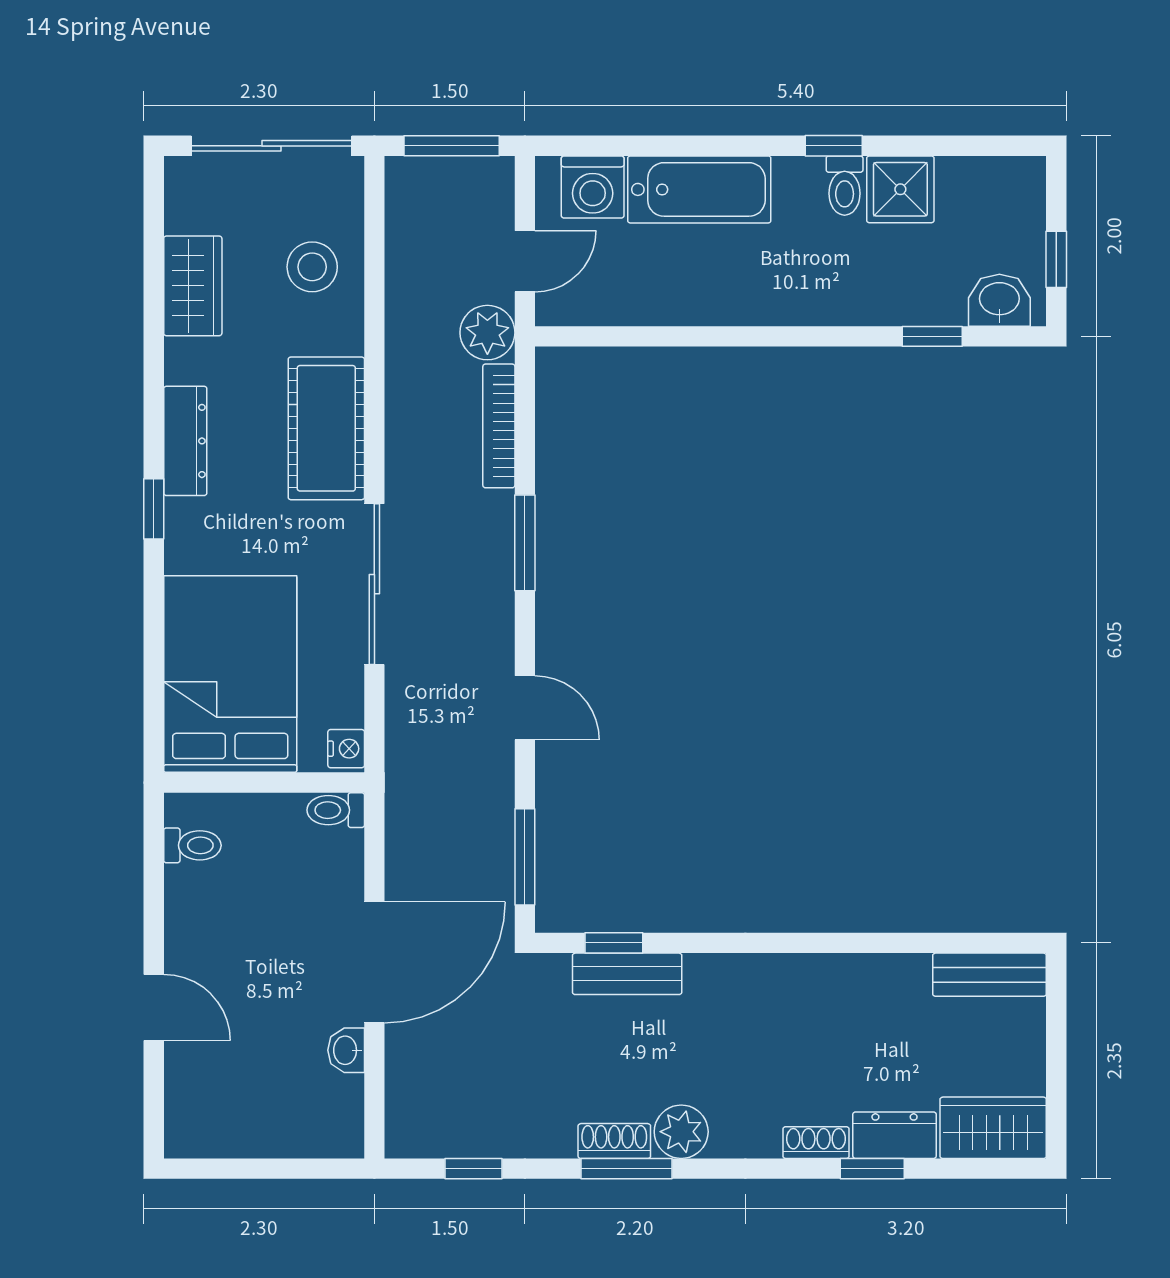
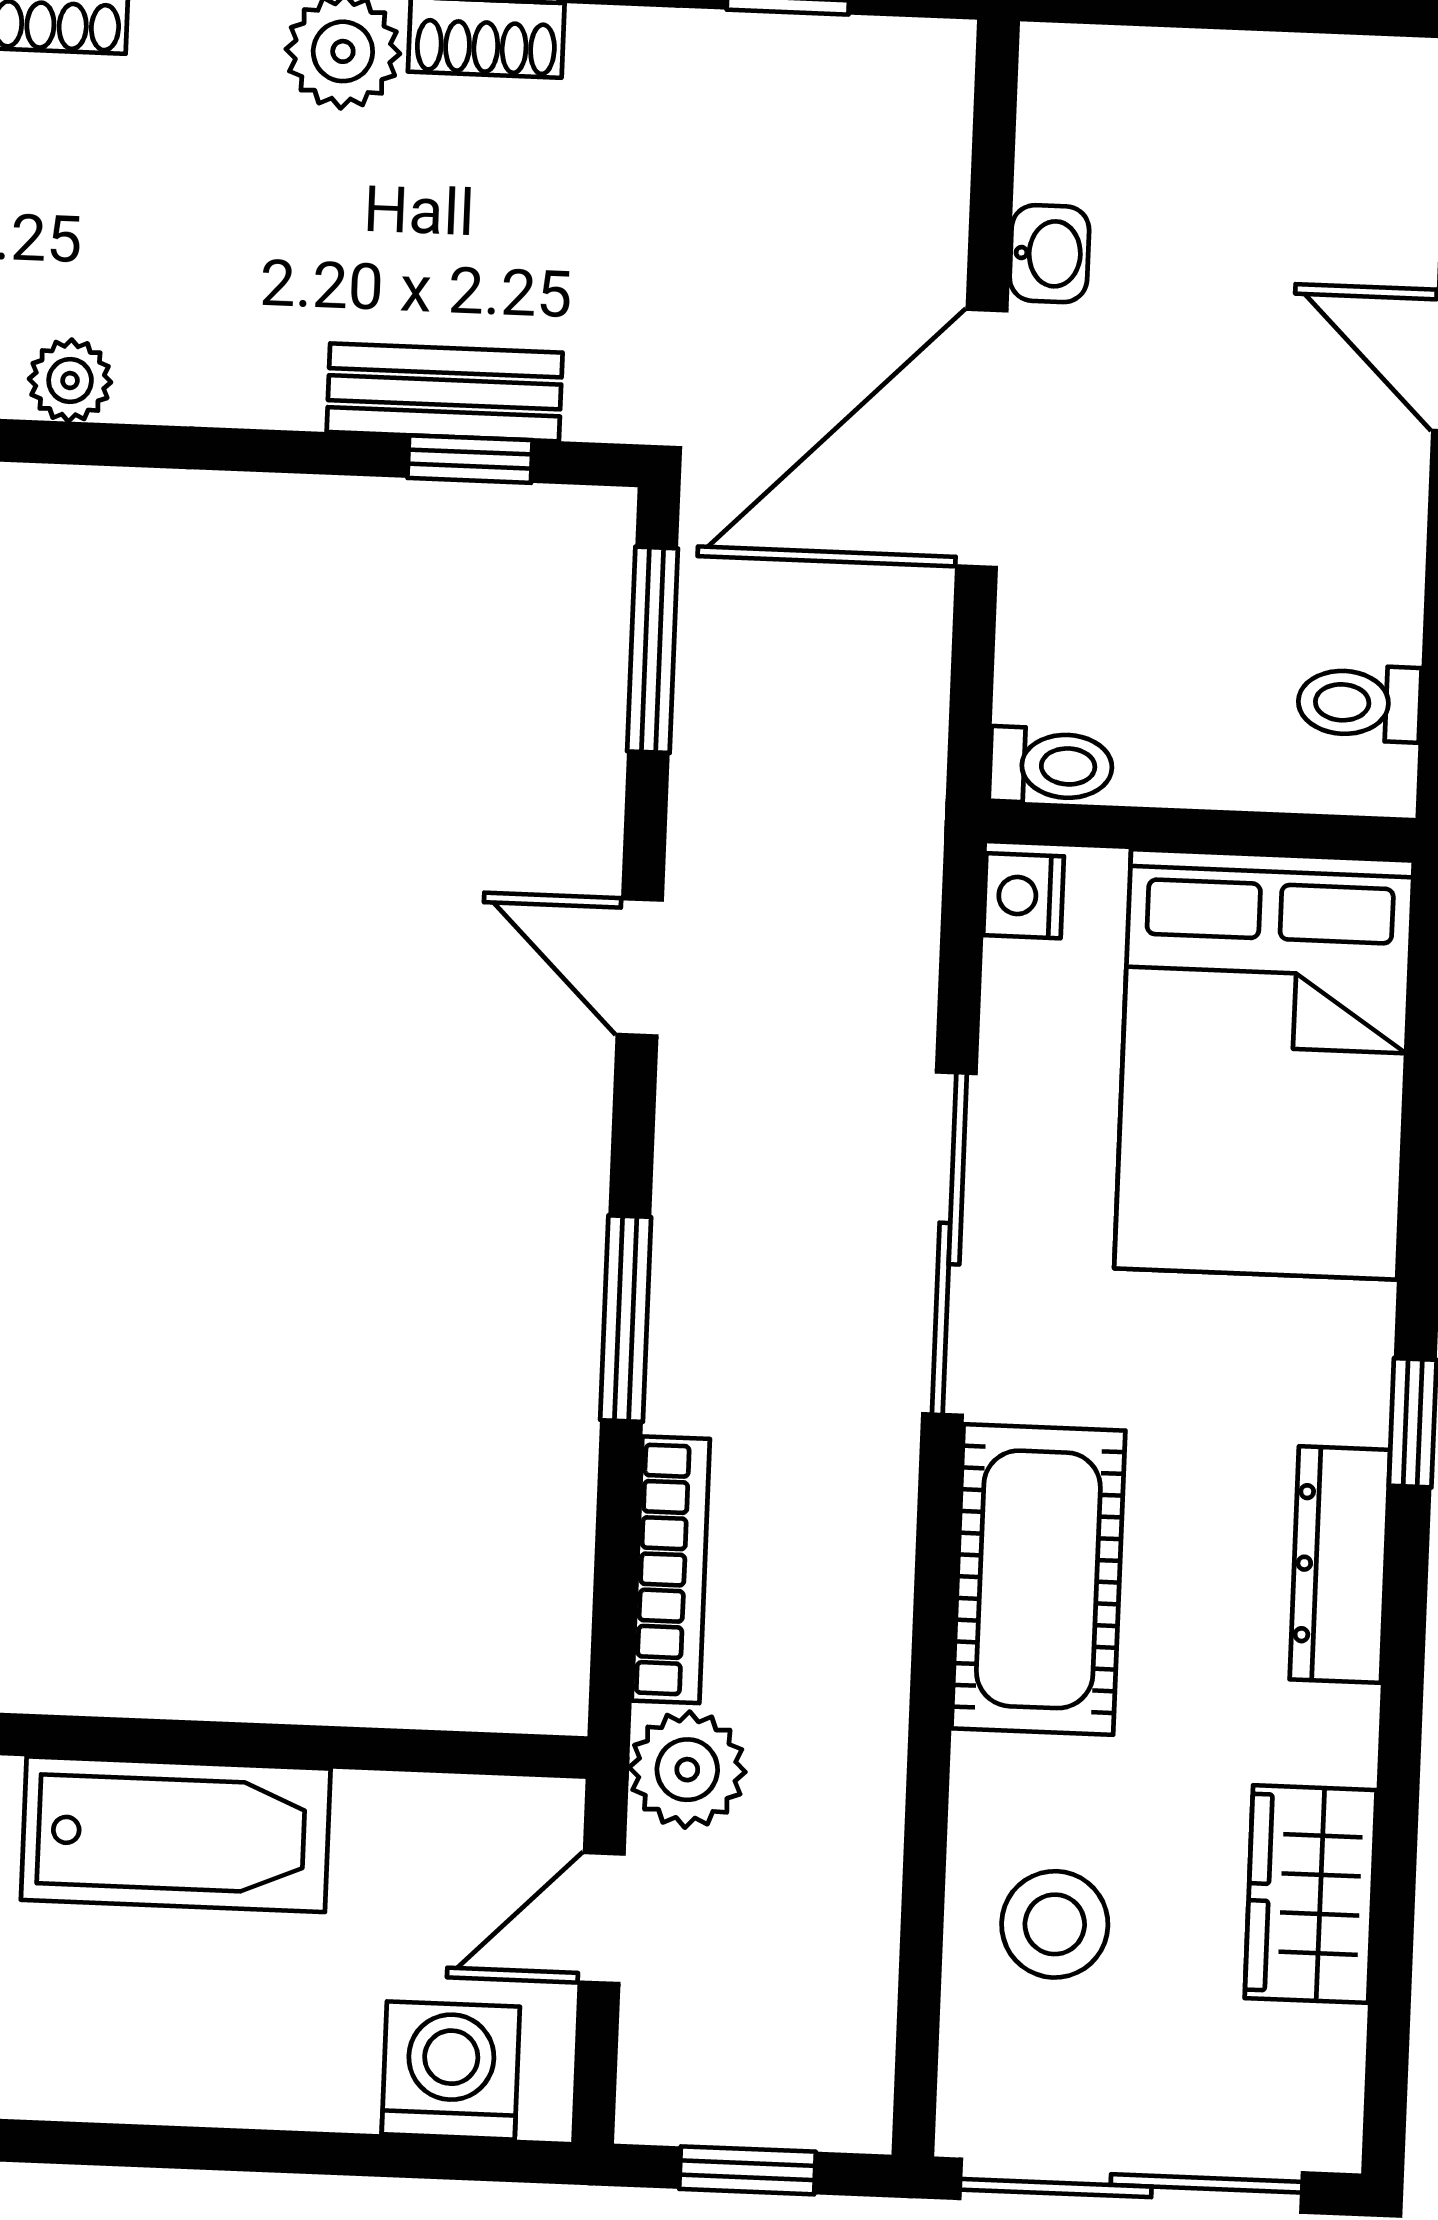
window: (452, 146) -> (747, 2170), width x0.67
bathtub: (699, 189) -> (176, 1834), moved, turned 180
plant: (803, 972) -> (70, 381), added

